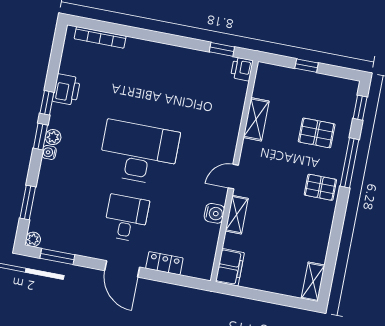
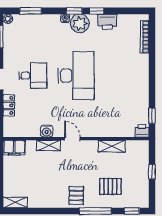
pallet: (317, 133) -> (110, 186), turned 90
plant: (53, 137) -> (80, 23), width x1.87, depth x1.87

